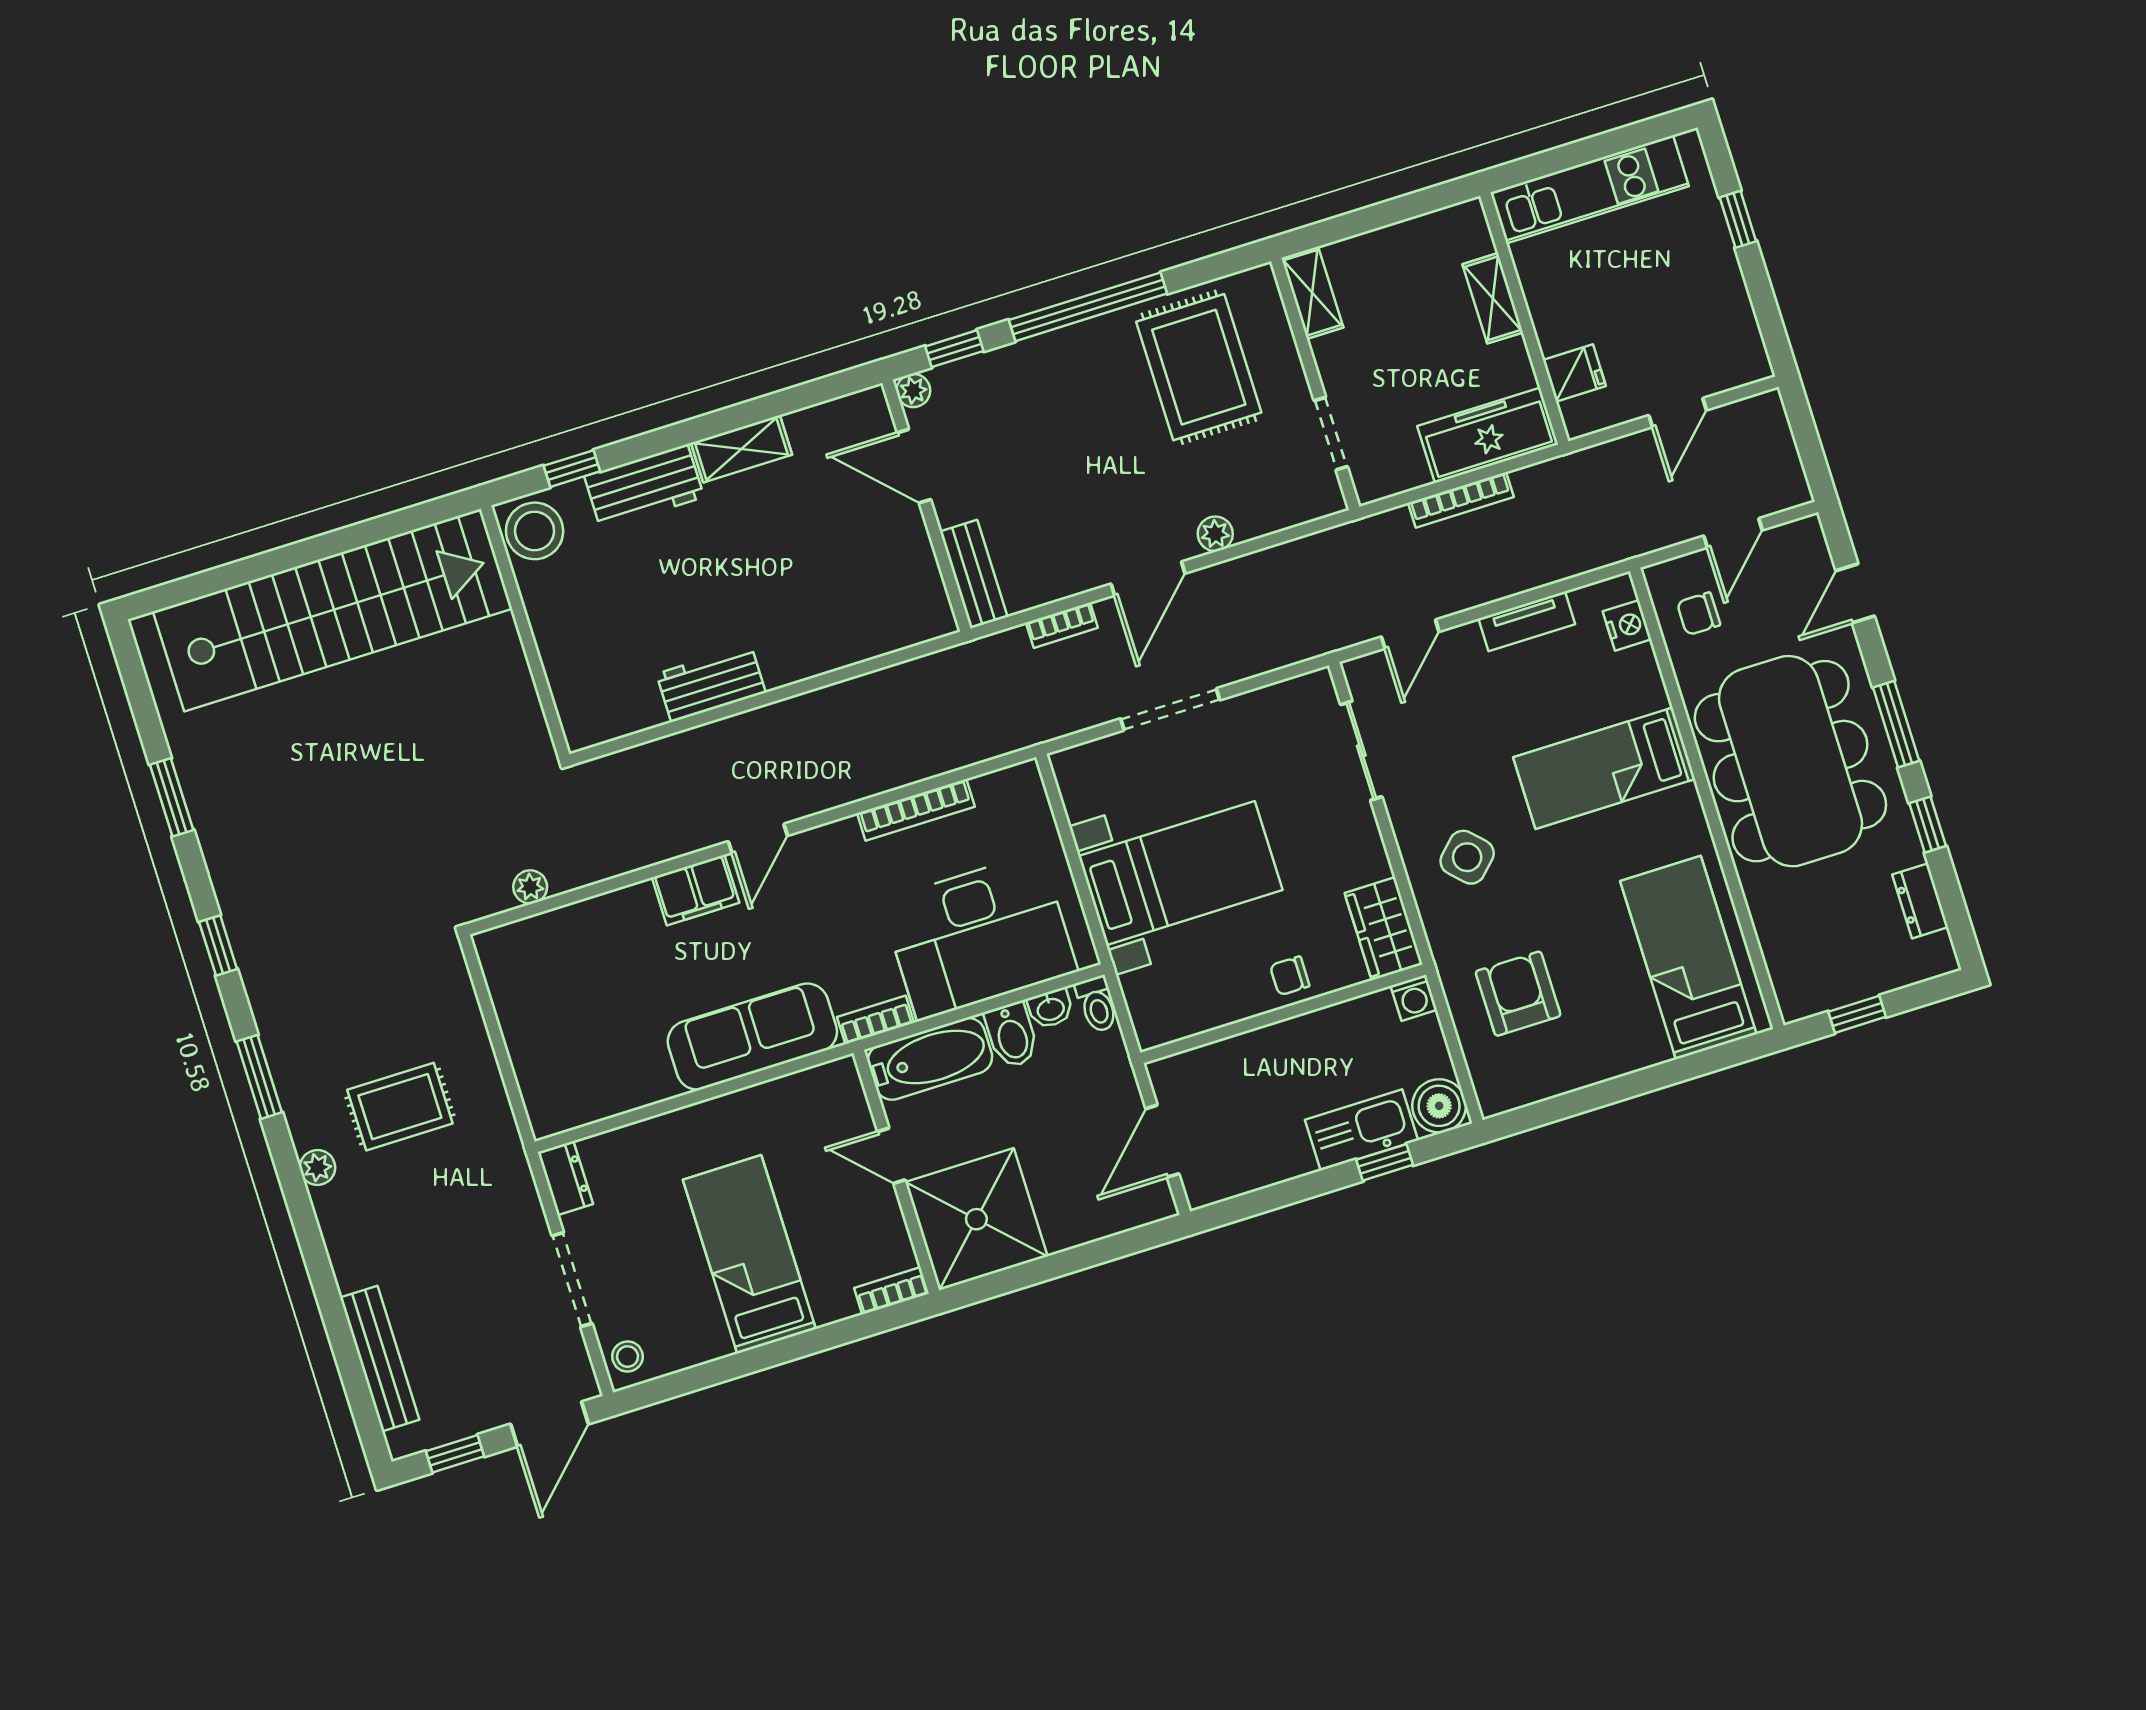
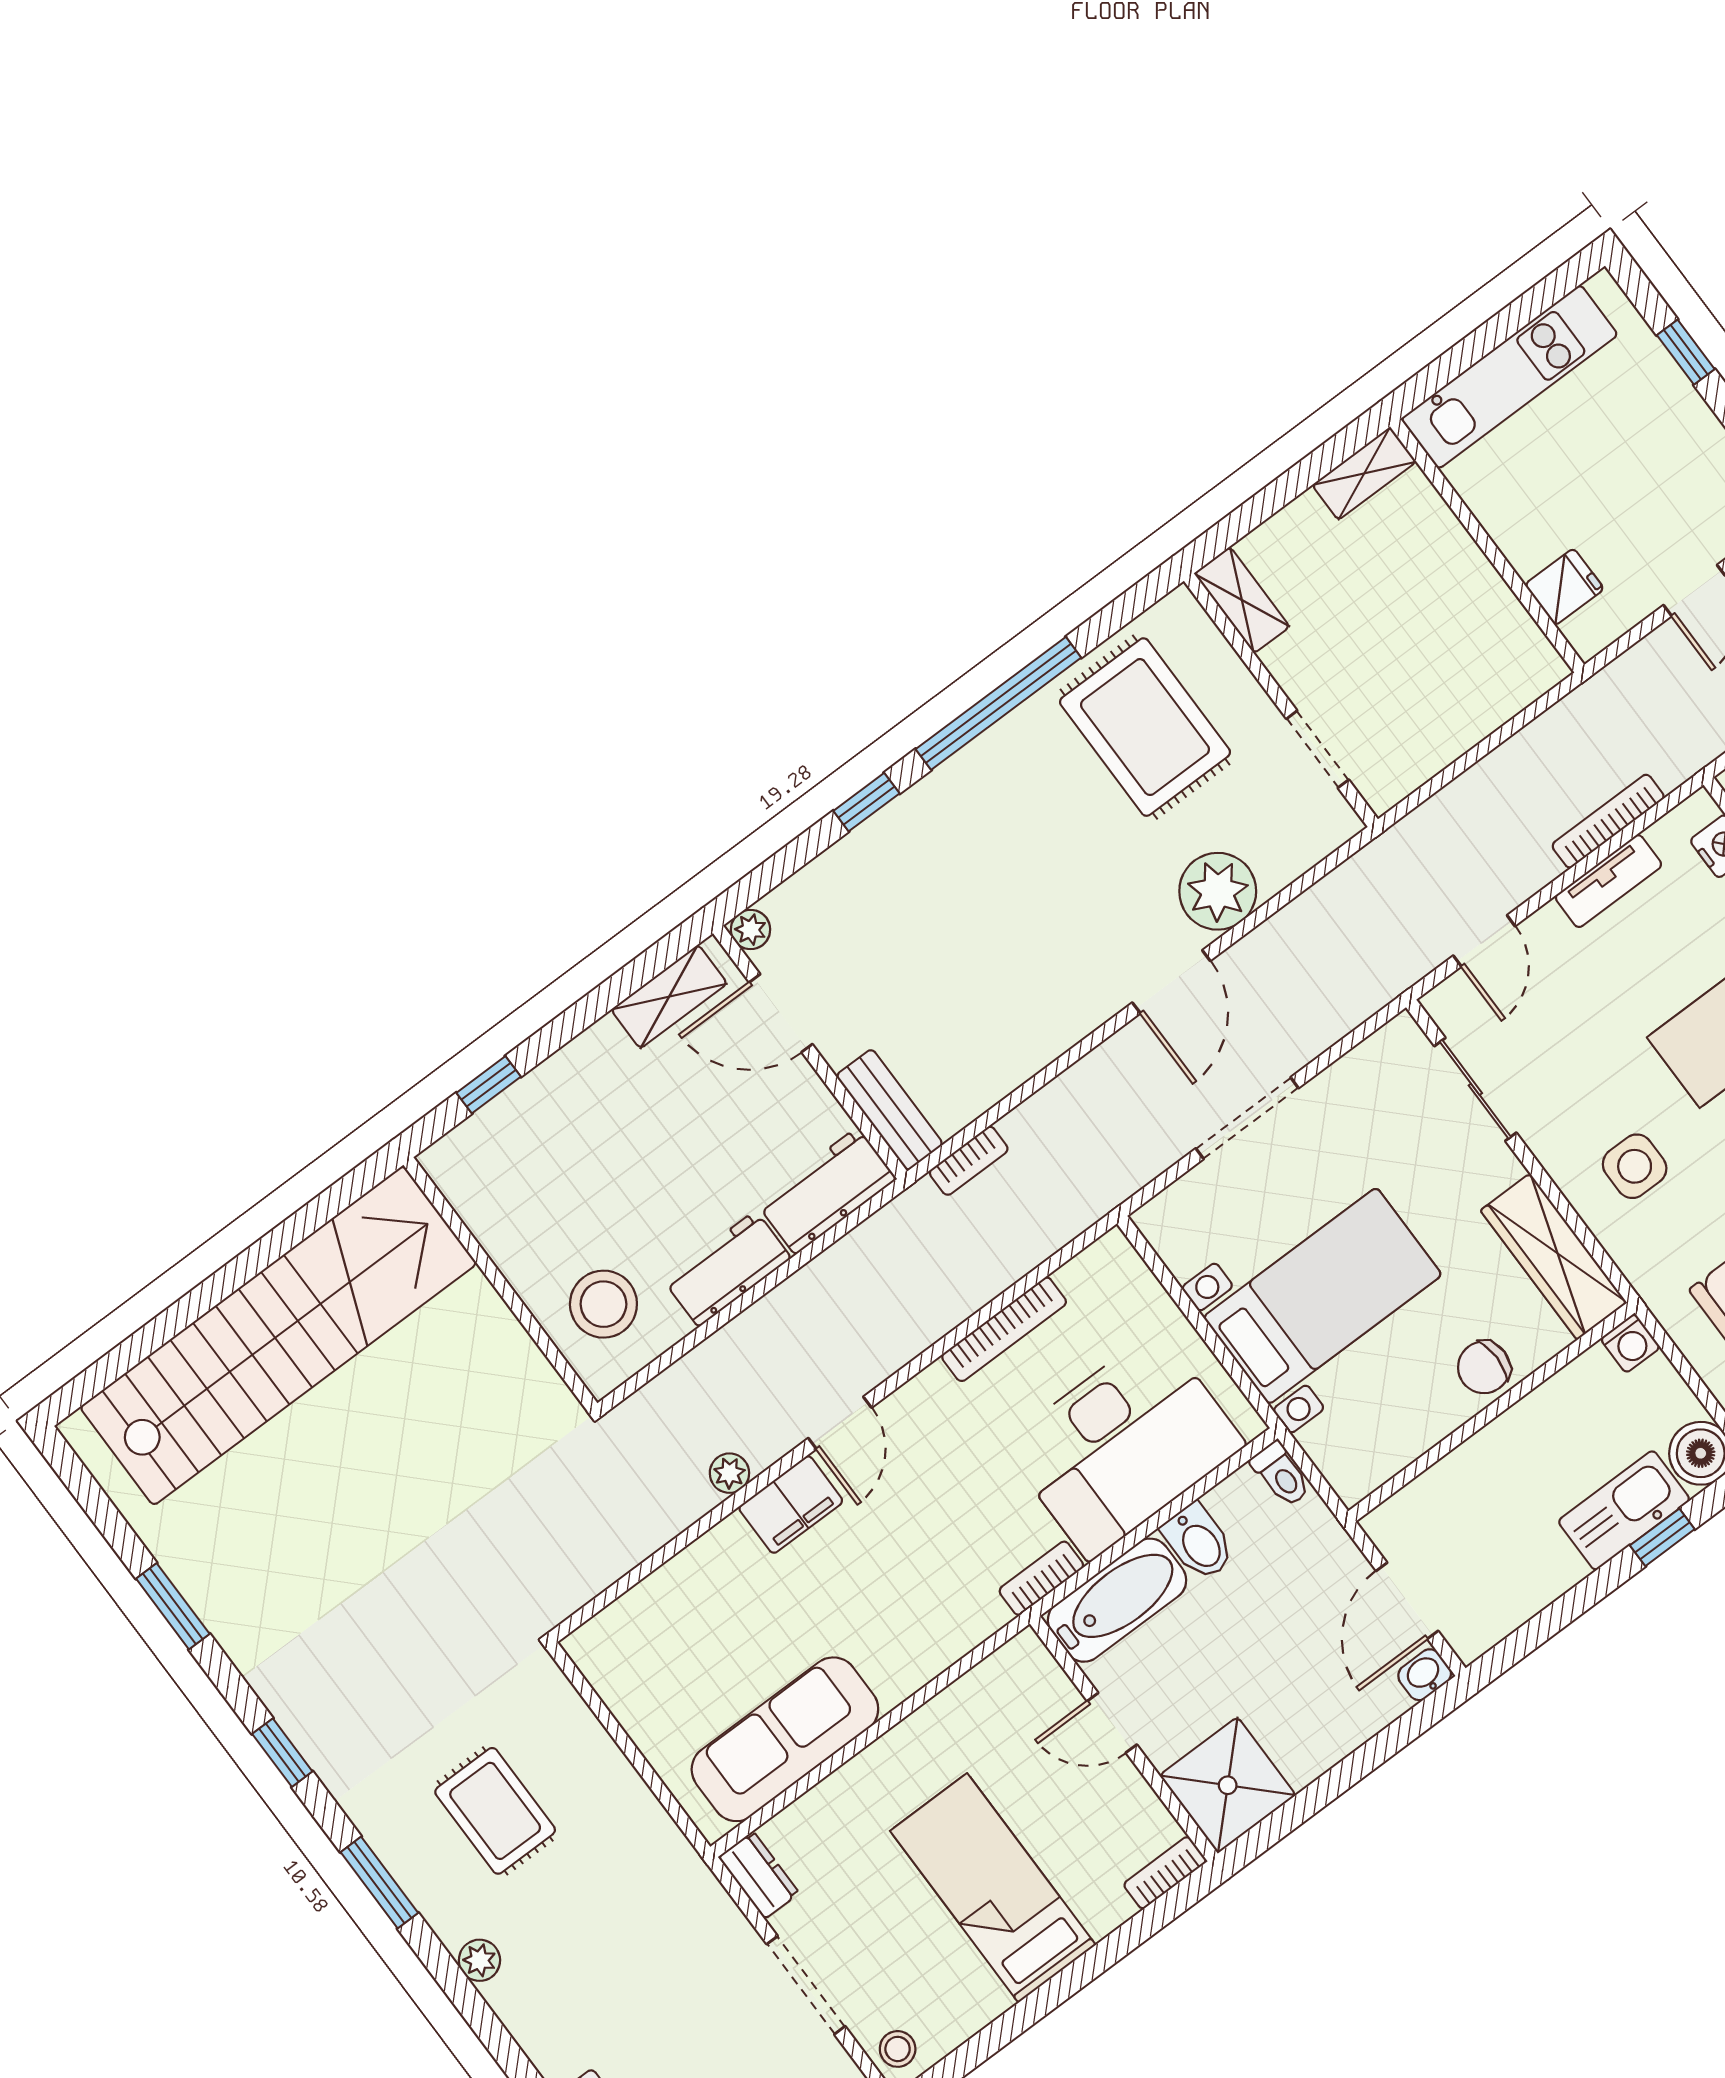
shelving: (1493, 298) -> (1364, 473), moved, turned 90
plant: (913, 391) -> (751, 930), moved
freezer: (1488, 435) -> (1492, 690), removed
door: (914, 466) -> (781, 1013), moved
workbench: (644, 487) -> (826, 1191), moved, turned 180
bookcase: (1461, 500) -> (1608, 821), moved, turned 180
wall: (926, 506) -> (810, 1052), moved
stool: (535, 531) -> (603, 1304), moved
plant: (1215, 534) -> (1218, 891), width x1.88, depth x1.88
bench: (974, 574) -> (889, 1110), moved
bookcase: (1062, 625) -> (969, 1161), moved
side table: (1467, 857) -> (1635, 1166), turned 45
plant: (530, 887) -> (729, 1473), moved
wardrobe: (1384, 929) -> (1554, 1257), width x1.50
chair: (1290, 976) -> (1484, 1367), width x1.37, depth x1.37
washbasin: (1050, 1009) -> (1425, 1675), moved, turned 180
sofa: (752, 1037) -> (785, 1739), moved
rug: (400, 1107) -> (495, 1811), moved, turned 90
shower: (976, 1219) -> (1228, 1785), width x0.73, depth x0.73

